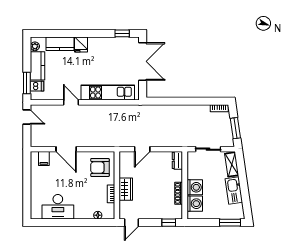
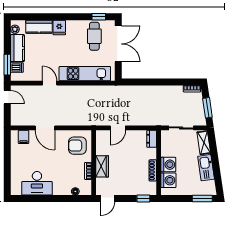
cafe table: (118, 54) -> (94, 36), added

